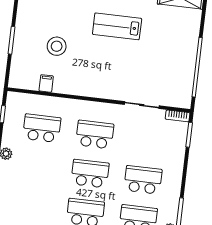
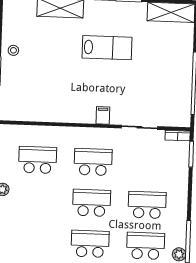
lab bench: (117, 26) -> (107, 48), turned 180
stool: (57, 46) -> (13, 50), moved, width x0.53, depth x0.53
filing cabinet: (46, 83) -> (103, 115), moved

